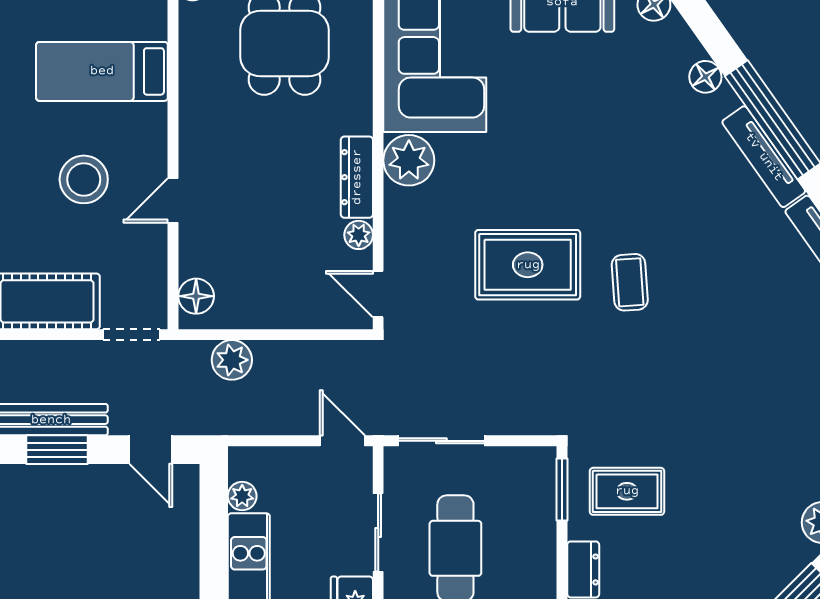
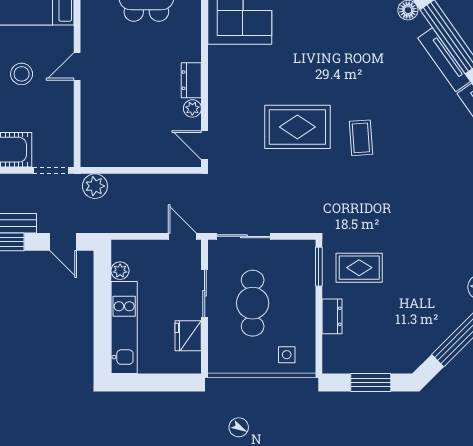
plant: (409, 160) -> (224, 62), removed
dresser: (357, 177) -> (191, 80), width x0.70
stool: (84, 179) -> (22, 74), width x0.73, depth x0.73
door: (173, 201) -> (77, 66), moved
floor lamp: (196, 296) -> (91, 146), removed
plant: (232, 360) -> (95, 186), moved

